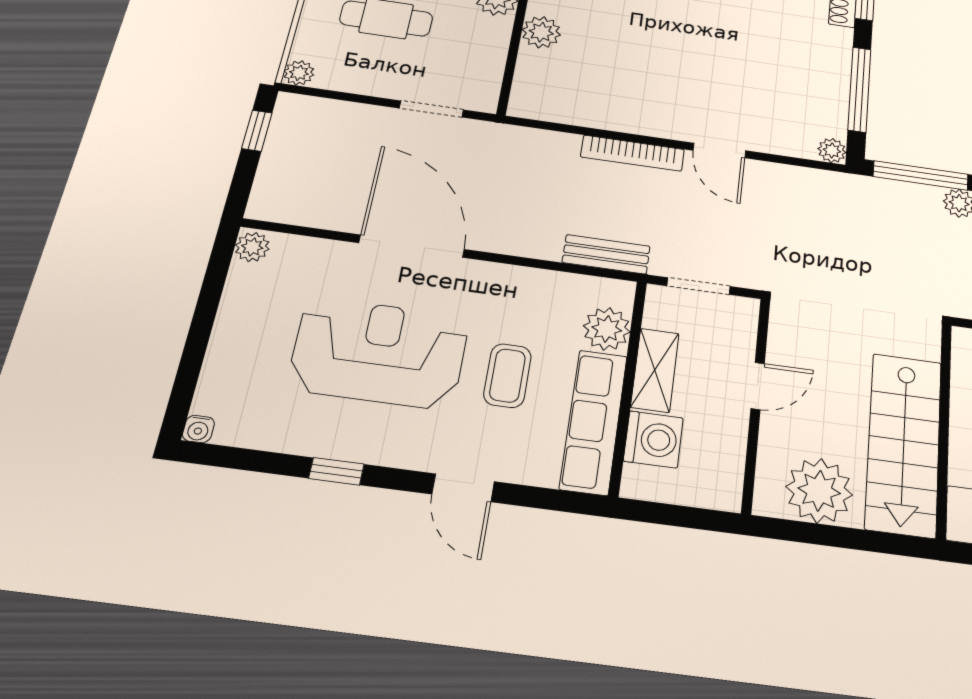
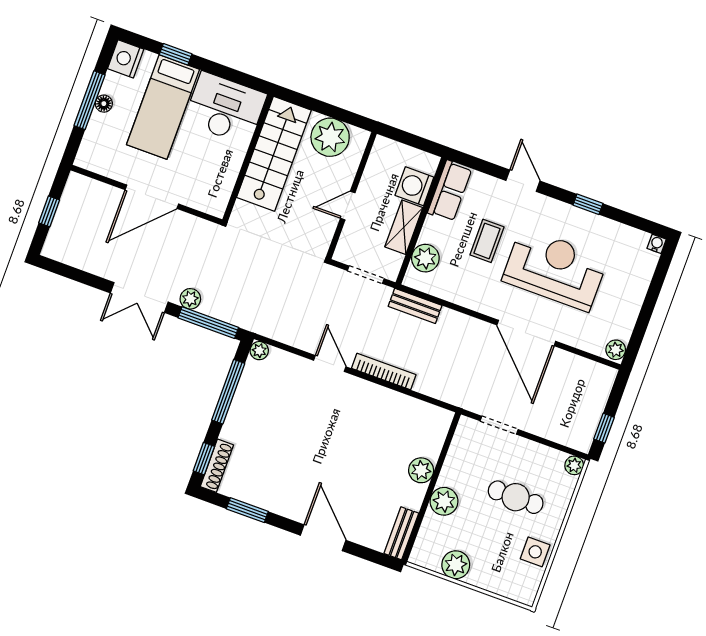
reception desk: (379, 353) -> (555, 269), turned 180
row of seats: (594, 422) -> (450, 191), width x0.68

